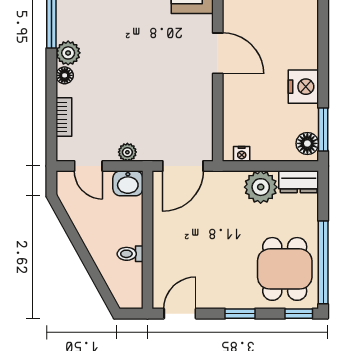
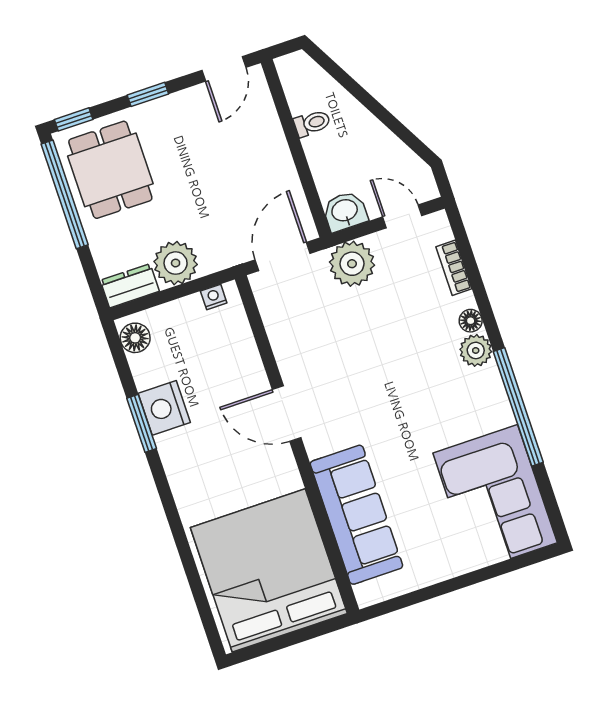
window: (323, 129) -> (142, 423), moved
plant: (127, 152) -> (352, 264), width x1.87, depth x1.87

